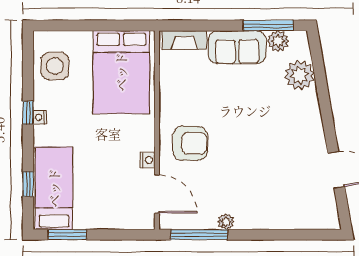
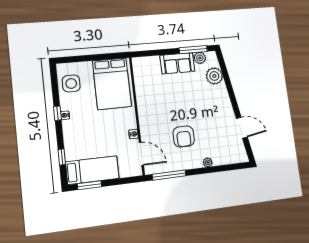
fireplace: (184, 40) -> (147, 62), removed
armchair: (190, 143) -> (184, 136), moved, turned 90
bed: (54, 188) -> (92, 170), moved, turned 90
plant: (226, 222) -> (208, 162), moved

